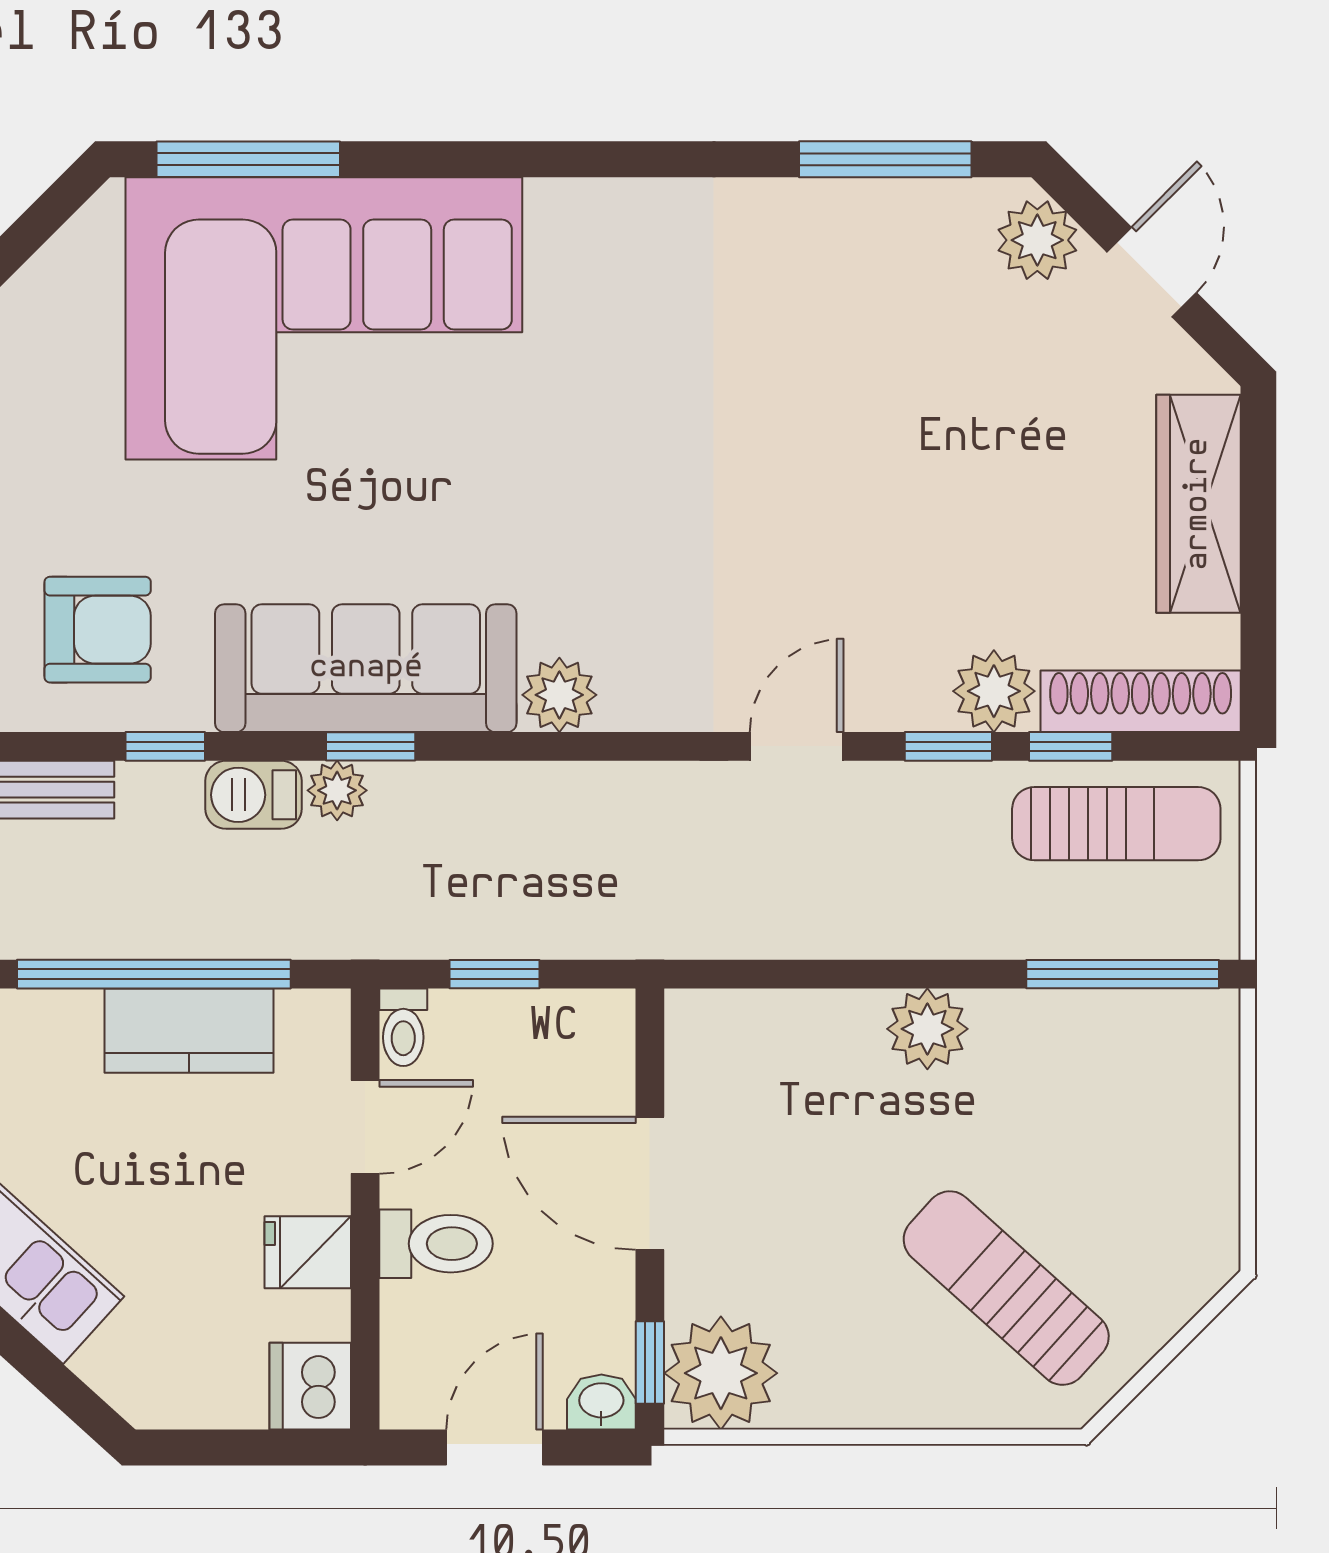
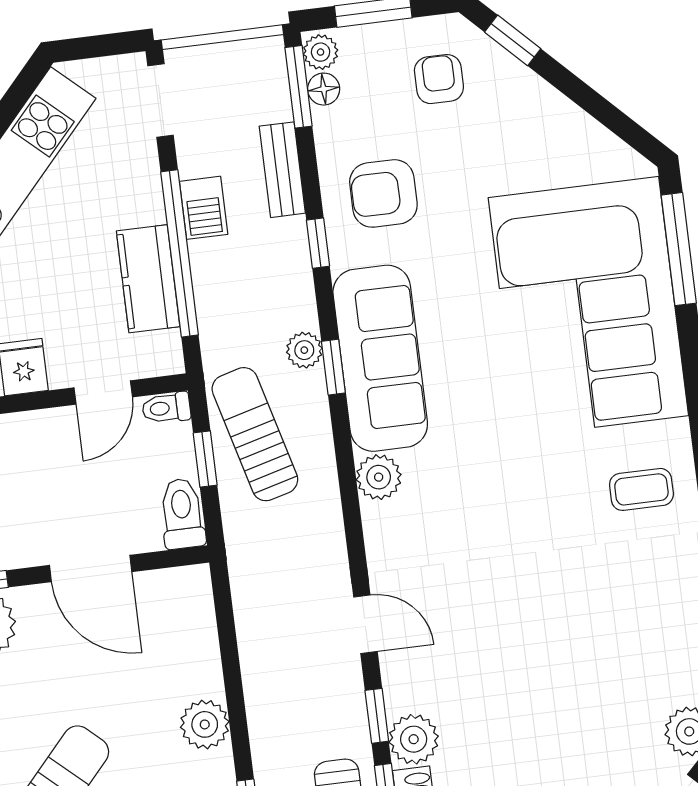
coffee table: (633, 269) -> (641, 489), added
armchair: (98, 630) -> (383, 193), turned 90
barbecue: (253, 795) -> (204, 208), moved, turned 180
sun lounger: (464, 888) -> (255, 434), added
door: (365, 1127) -> (103, 392), hinge flipped
door: (650, 1183) -> (91, 569), swing flipped
toilet: (436, 1244) -> (182, 514), moved, turned 180

